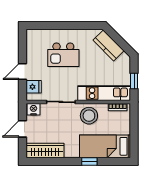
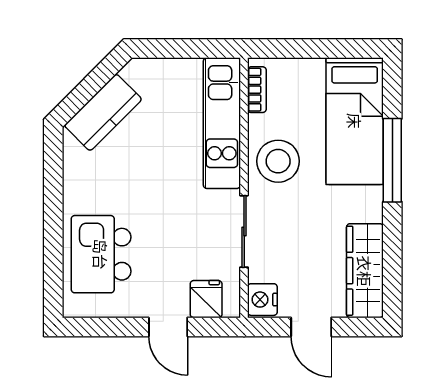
kitchen island: (63, 55) -> (101, 254), moved, turned 180
window: (134, 81) -> (192, 49), removed
window: (89, 161) -> (392, 160), width x2.17

